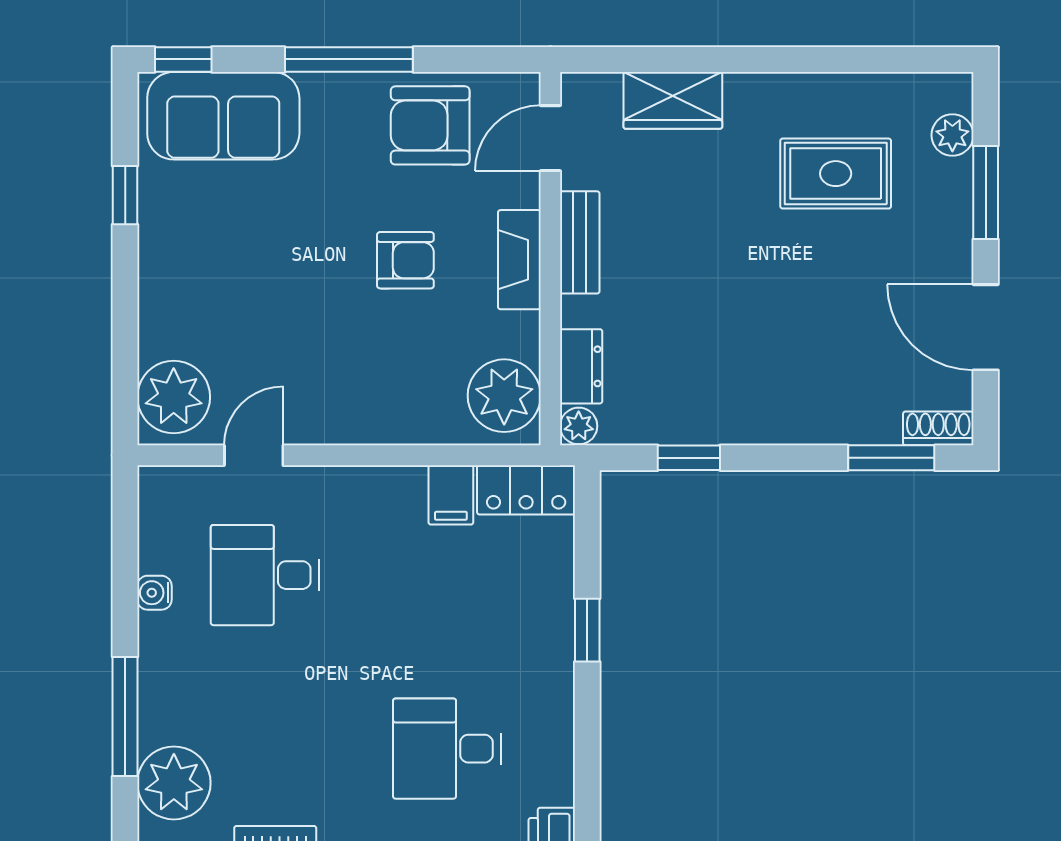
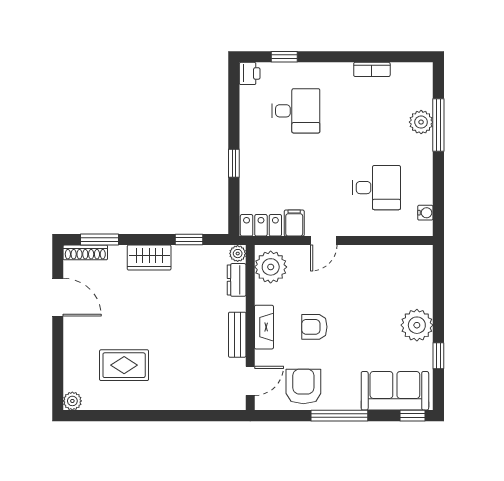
wardrobe: (673, 100) -> (149, 258), moved, turned 180
armchair: (430, 125) -> (303, 386), turned -90
plant: (952, 135) -> (72, 401), moved
window: (986, 193) -> (58, 357), removed
plant: (174, 397) -> (417, 325), moved
shoe rack: (938, 428) -> (85, 252), width x1.43
door: (254, 455) -> (324, 241), moved
water cooler: (154, 593) -> (425, 213), moved
plant: (174, 783) -> (421, 122), moved, width x0.73, depth x0.73

